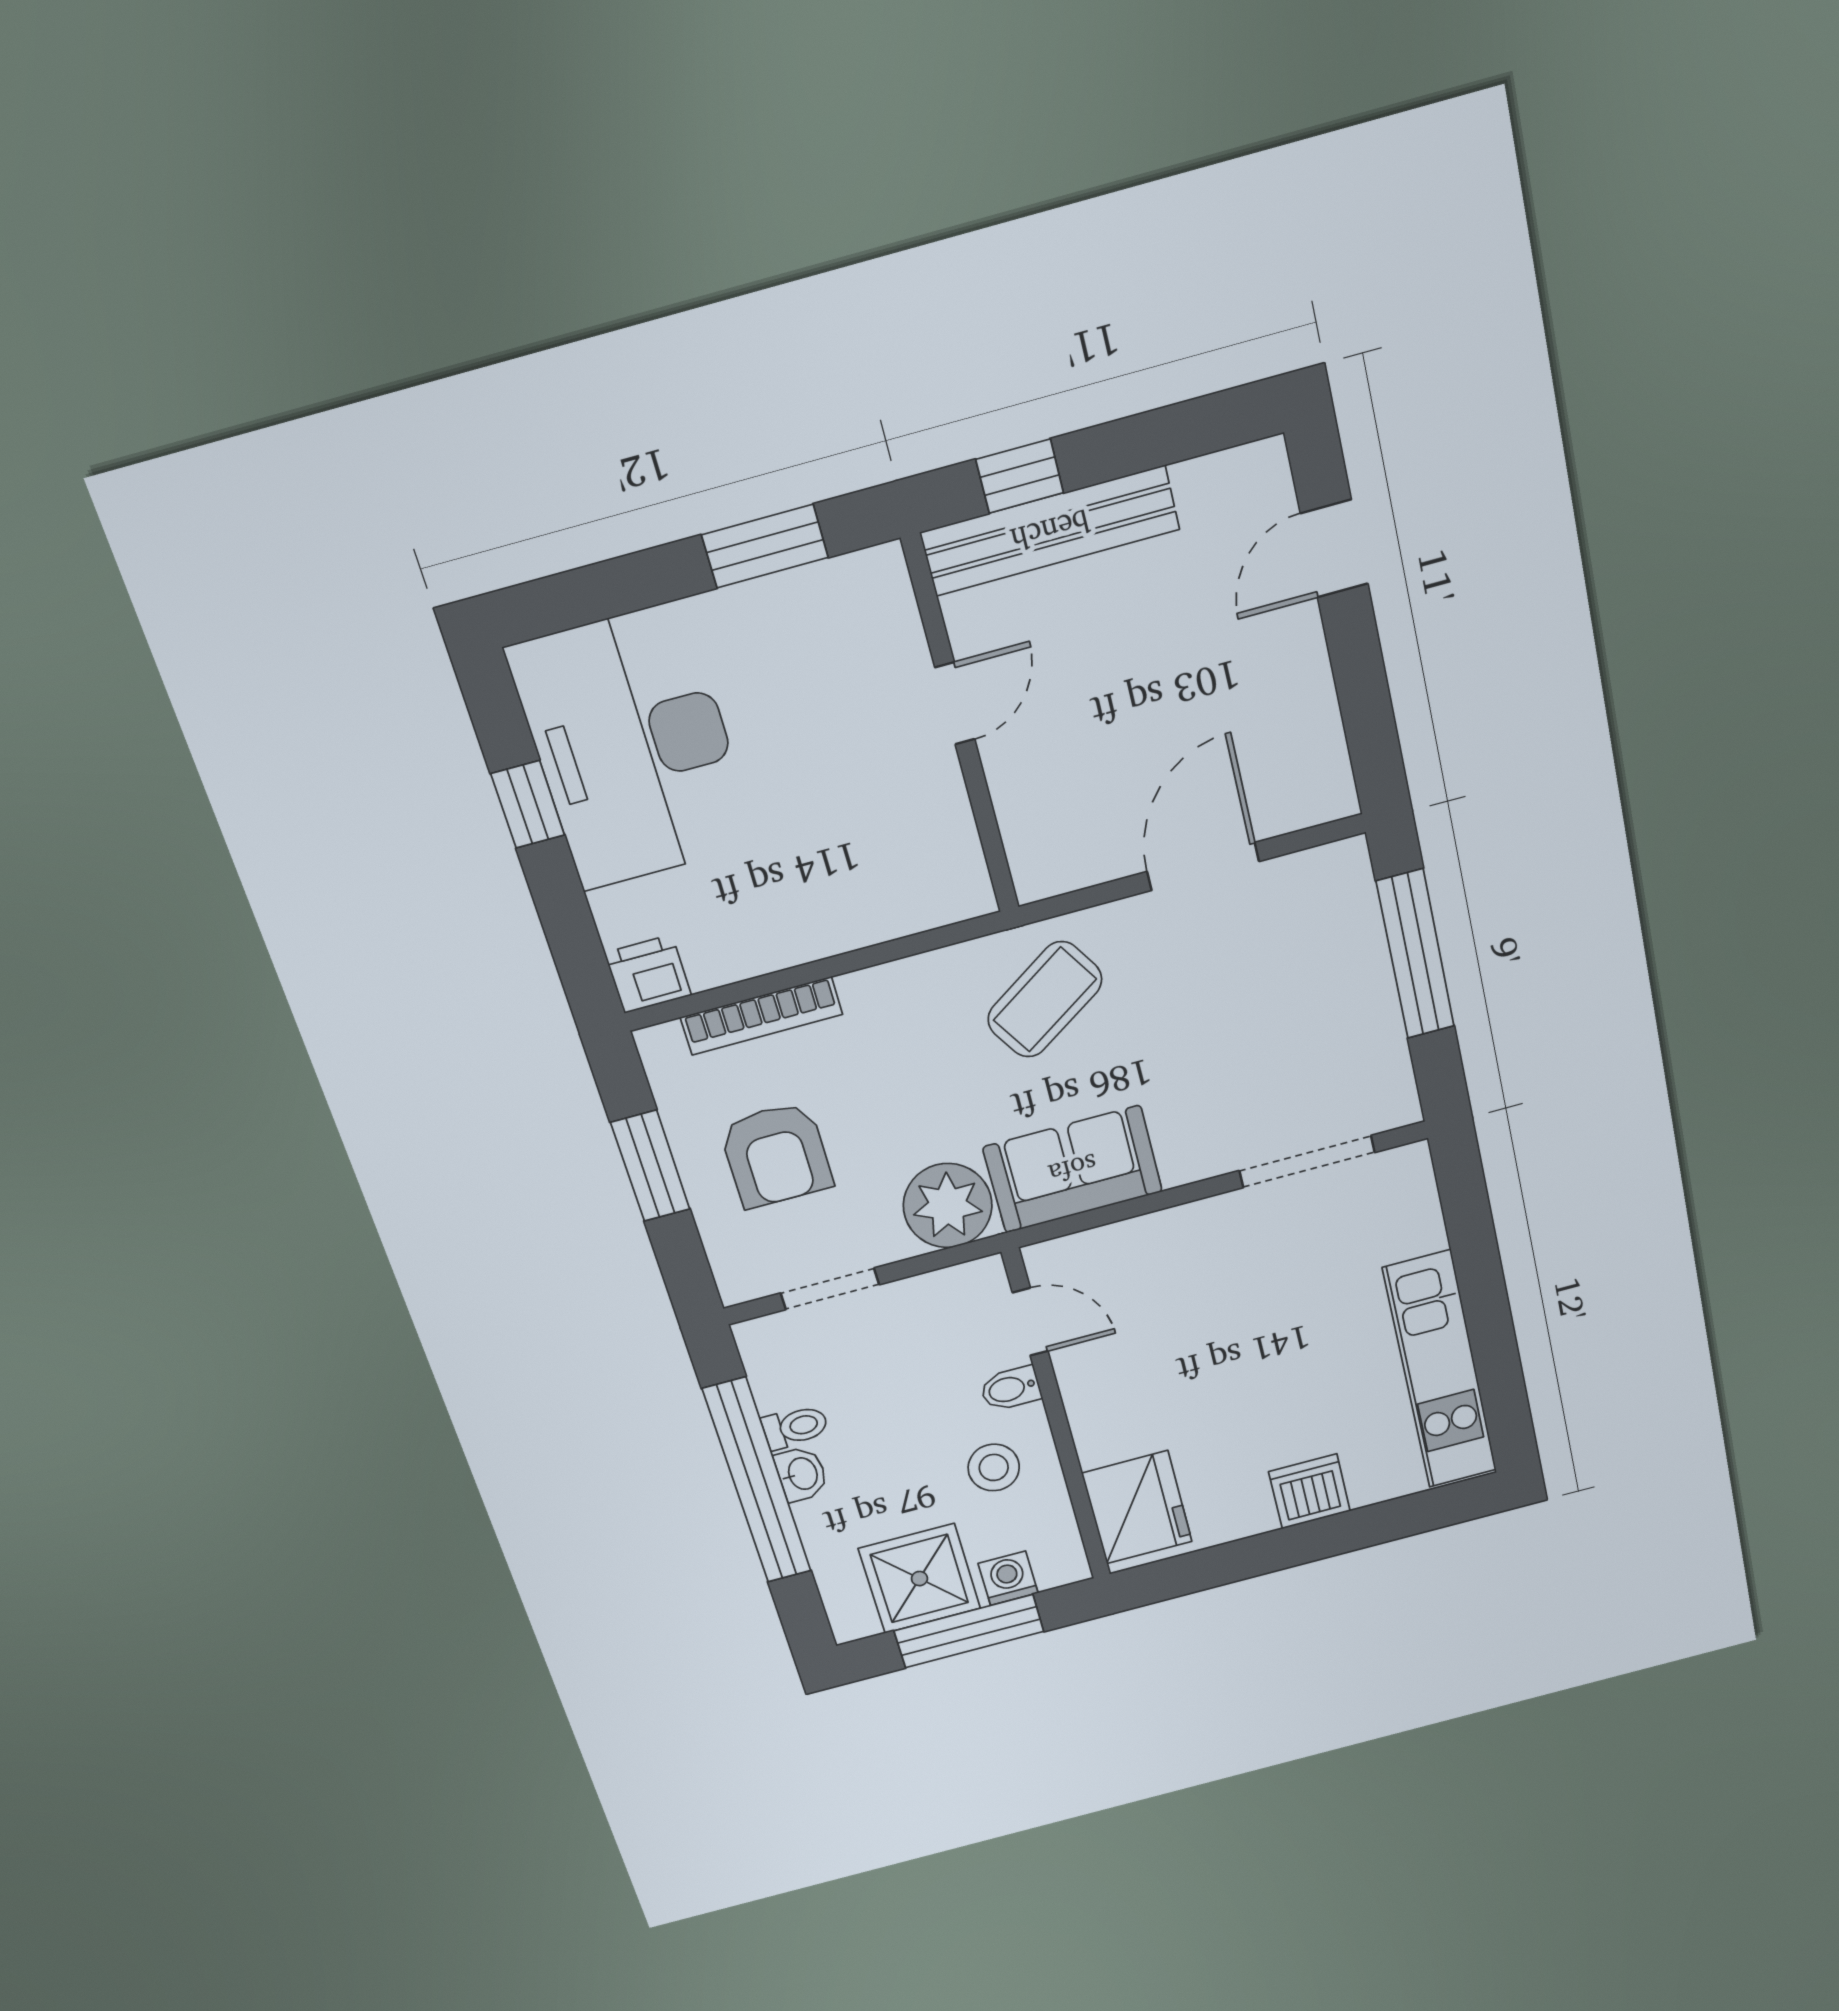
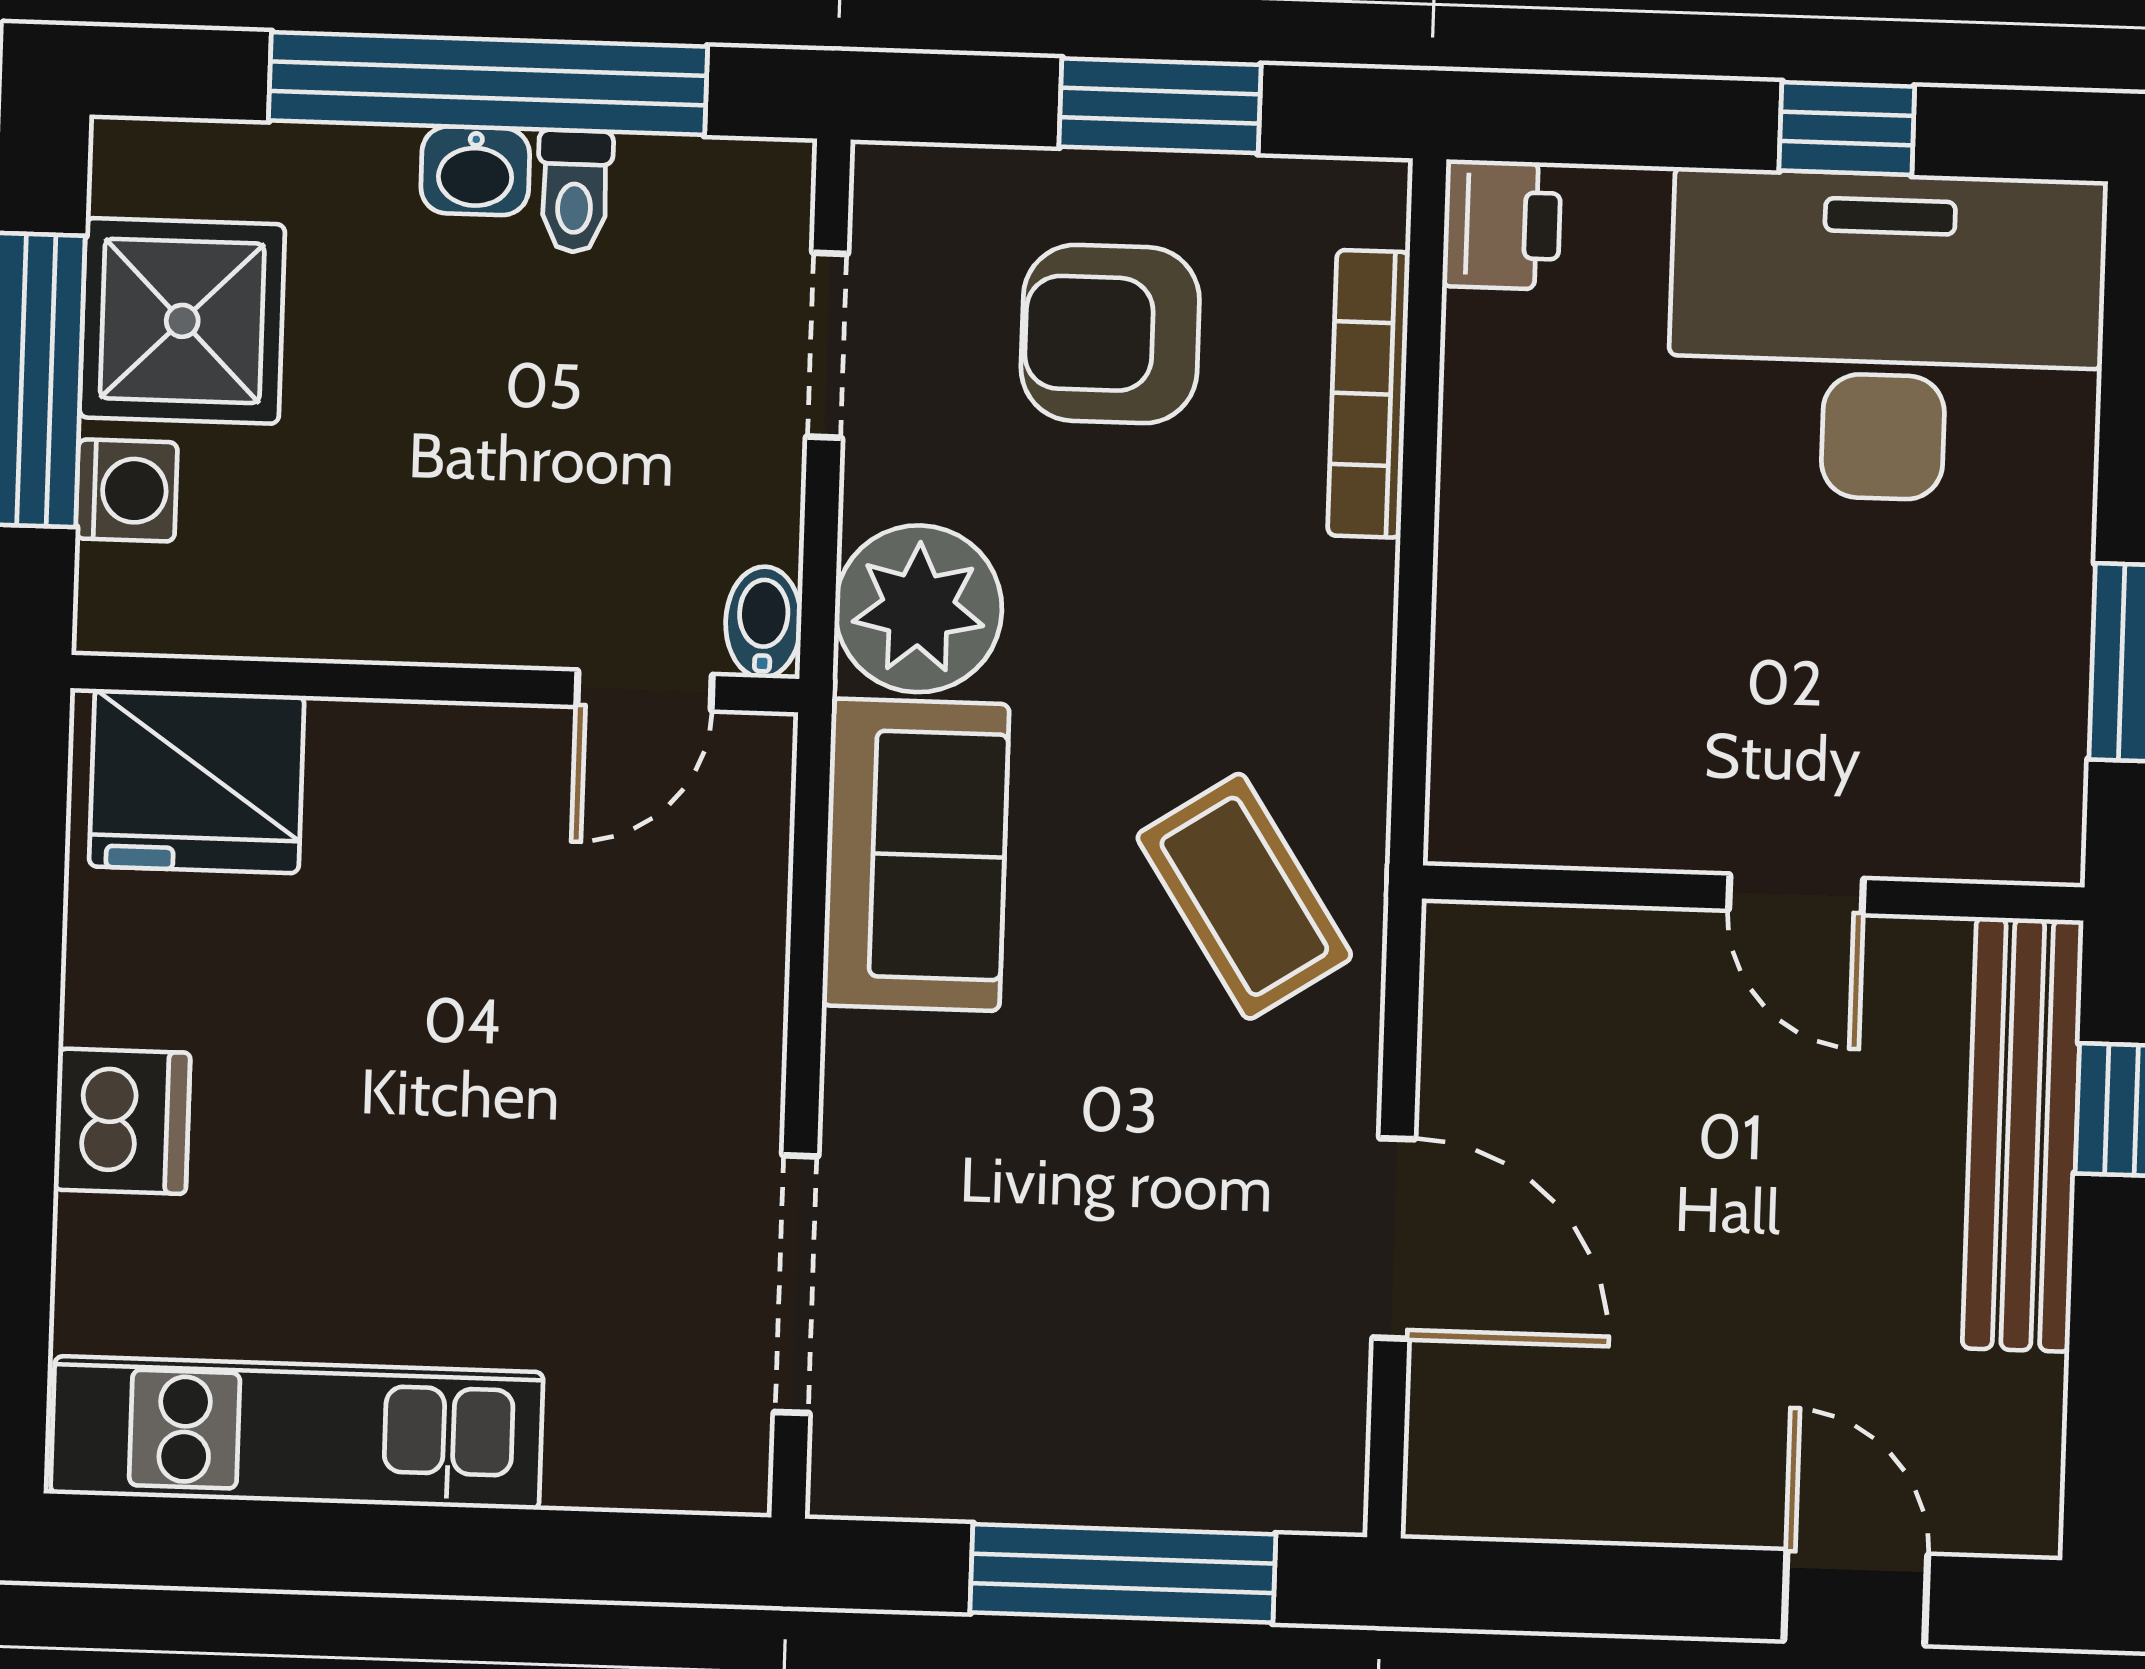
bidet: (1011, 1389) -> (763, 622), moved
stool: (994, 1467) -> (371, 534), removed

